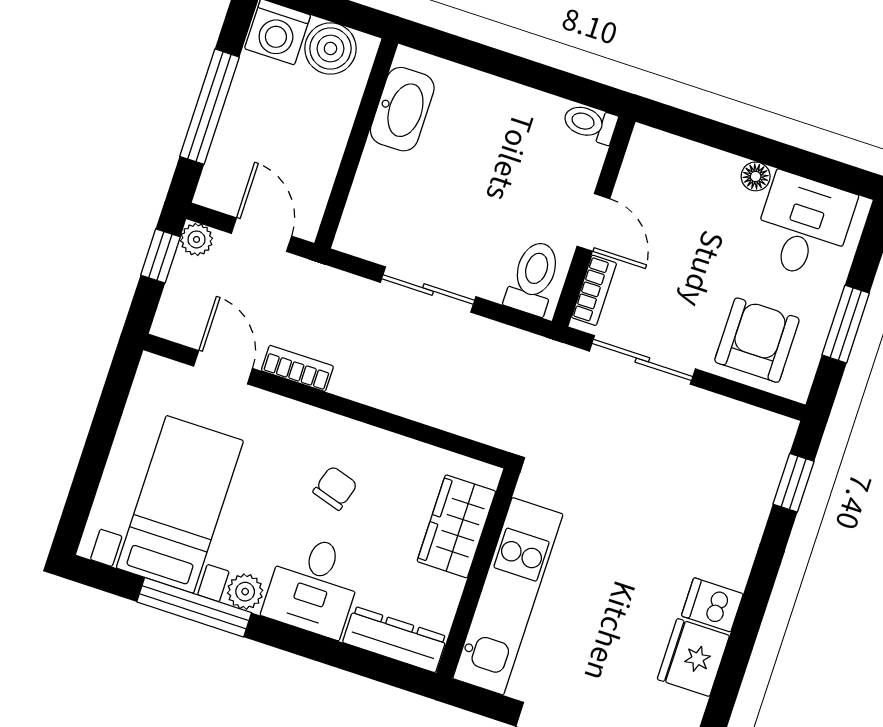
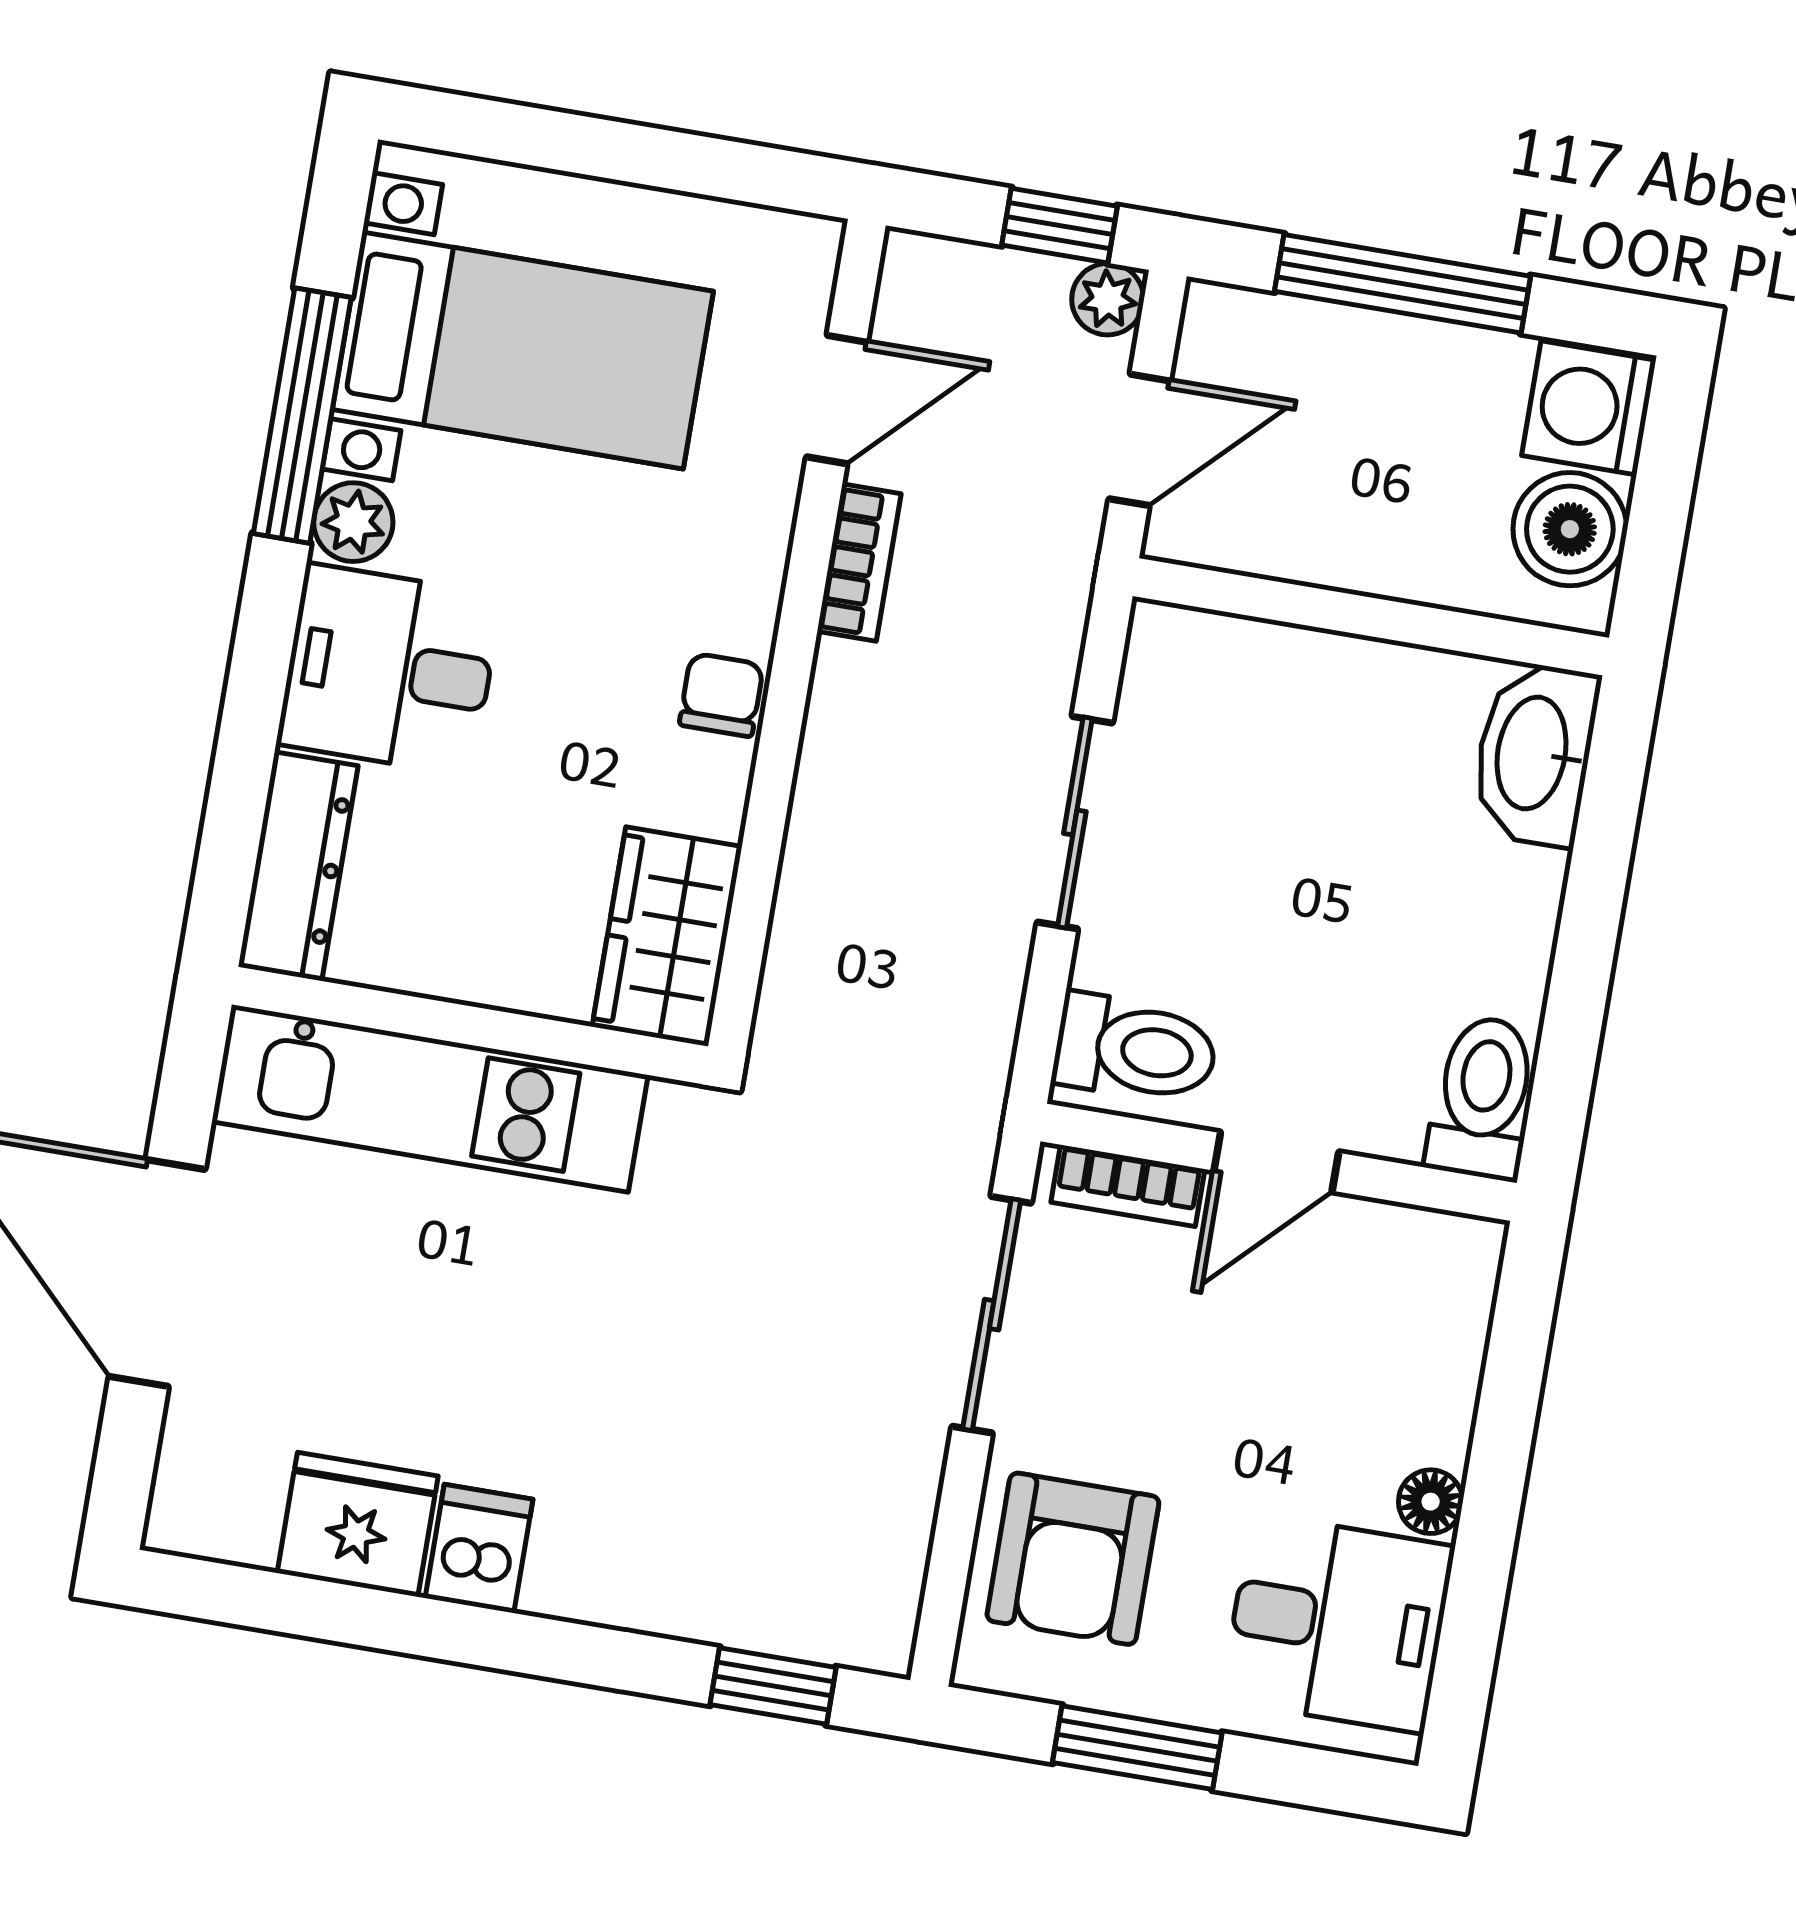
washbasin: (402, 109) -> (1535, 754), moved, turned 90
toilet: (590, 123) -> (1483, 1098), width x1.37, depth x1.39
armchair: (757, 340) -> (1073, 1559), turned 90
chair: (335, 488) -> (721, 695), moved, turned -107
wardrobe: (456, 526) -> (667, 937), moved, turned -90

